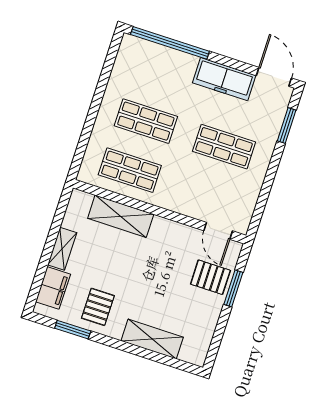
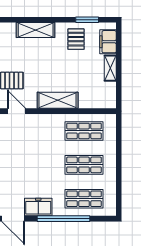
window: (170, 43) -> (63, 219), moved
freezer: (224, 79) -> (38, 207), width x0.71
shop shelf: (224, 147) -> (84, 199), moved
shelving: (121, 216) -> (58, 100), moved

